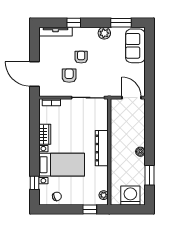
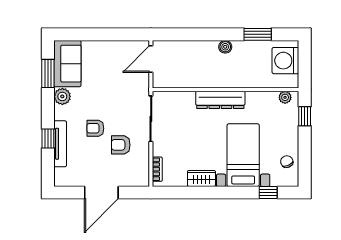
tv unit: (55, 32) -> (60, 144), moved
sofa: (135, 46) -> (67, 64), moved, turned -90
door: (34, 74) -> (101, 193), moved

